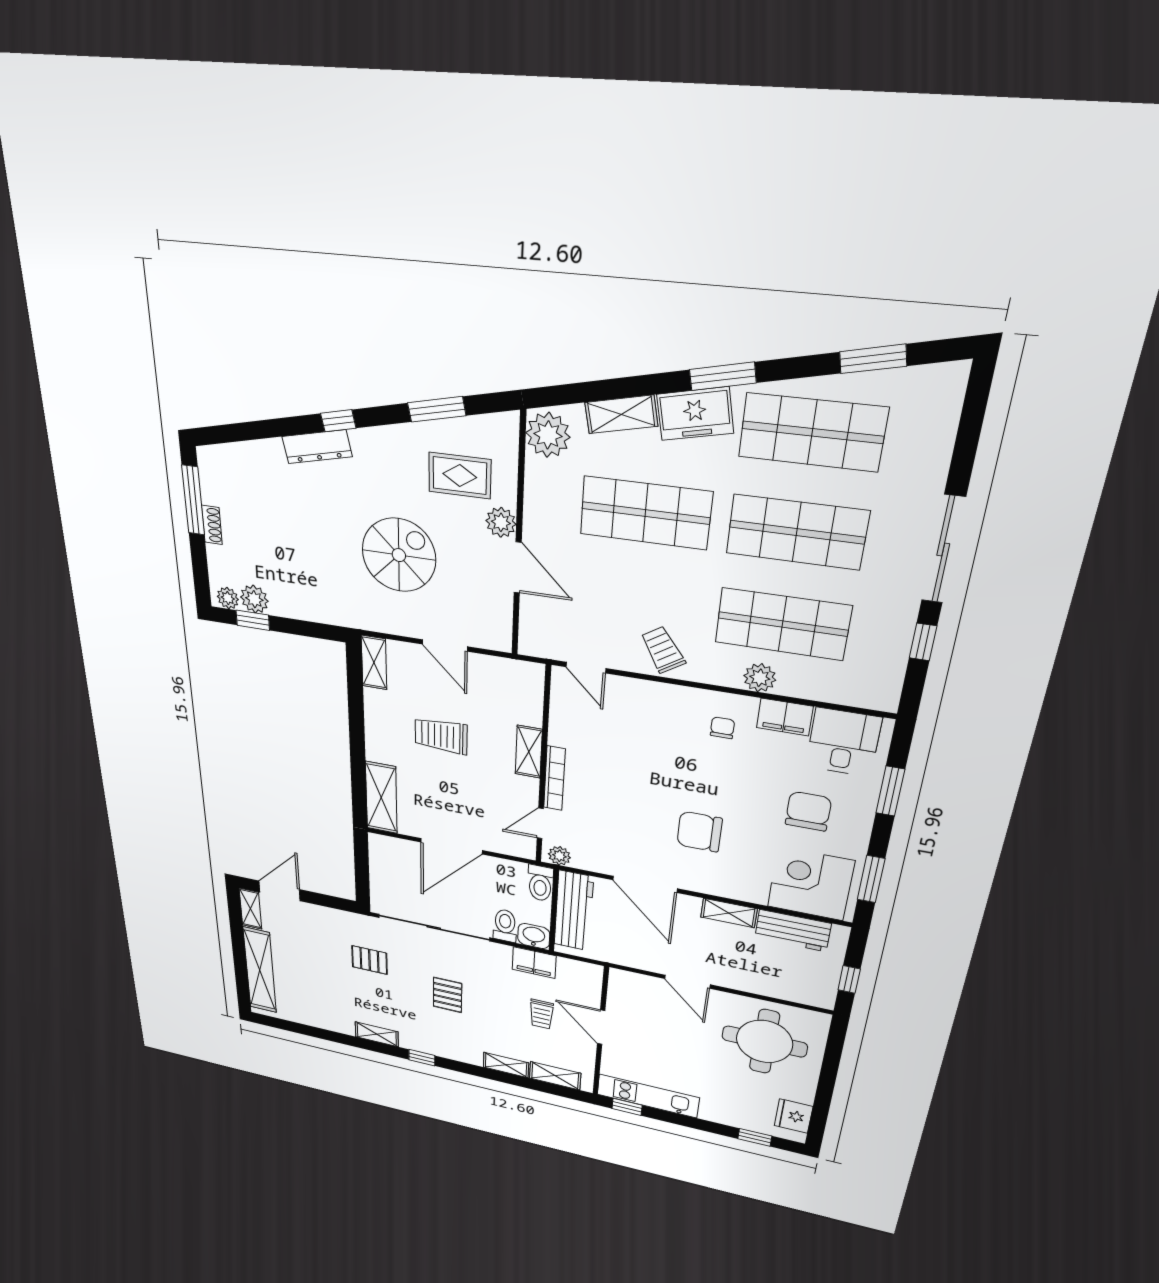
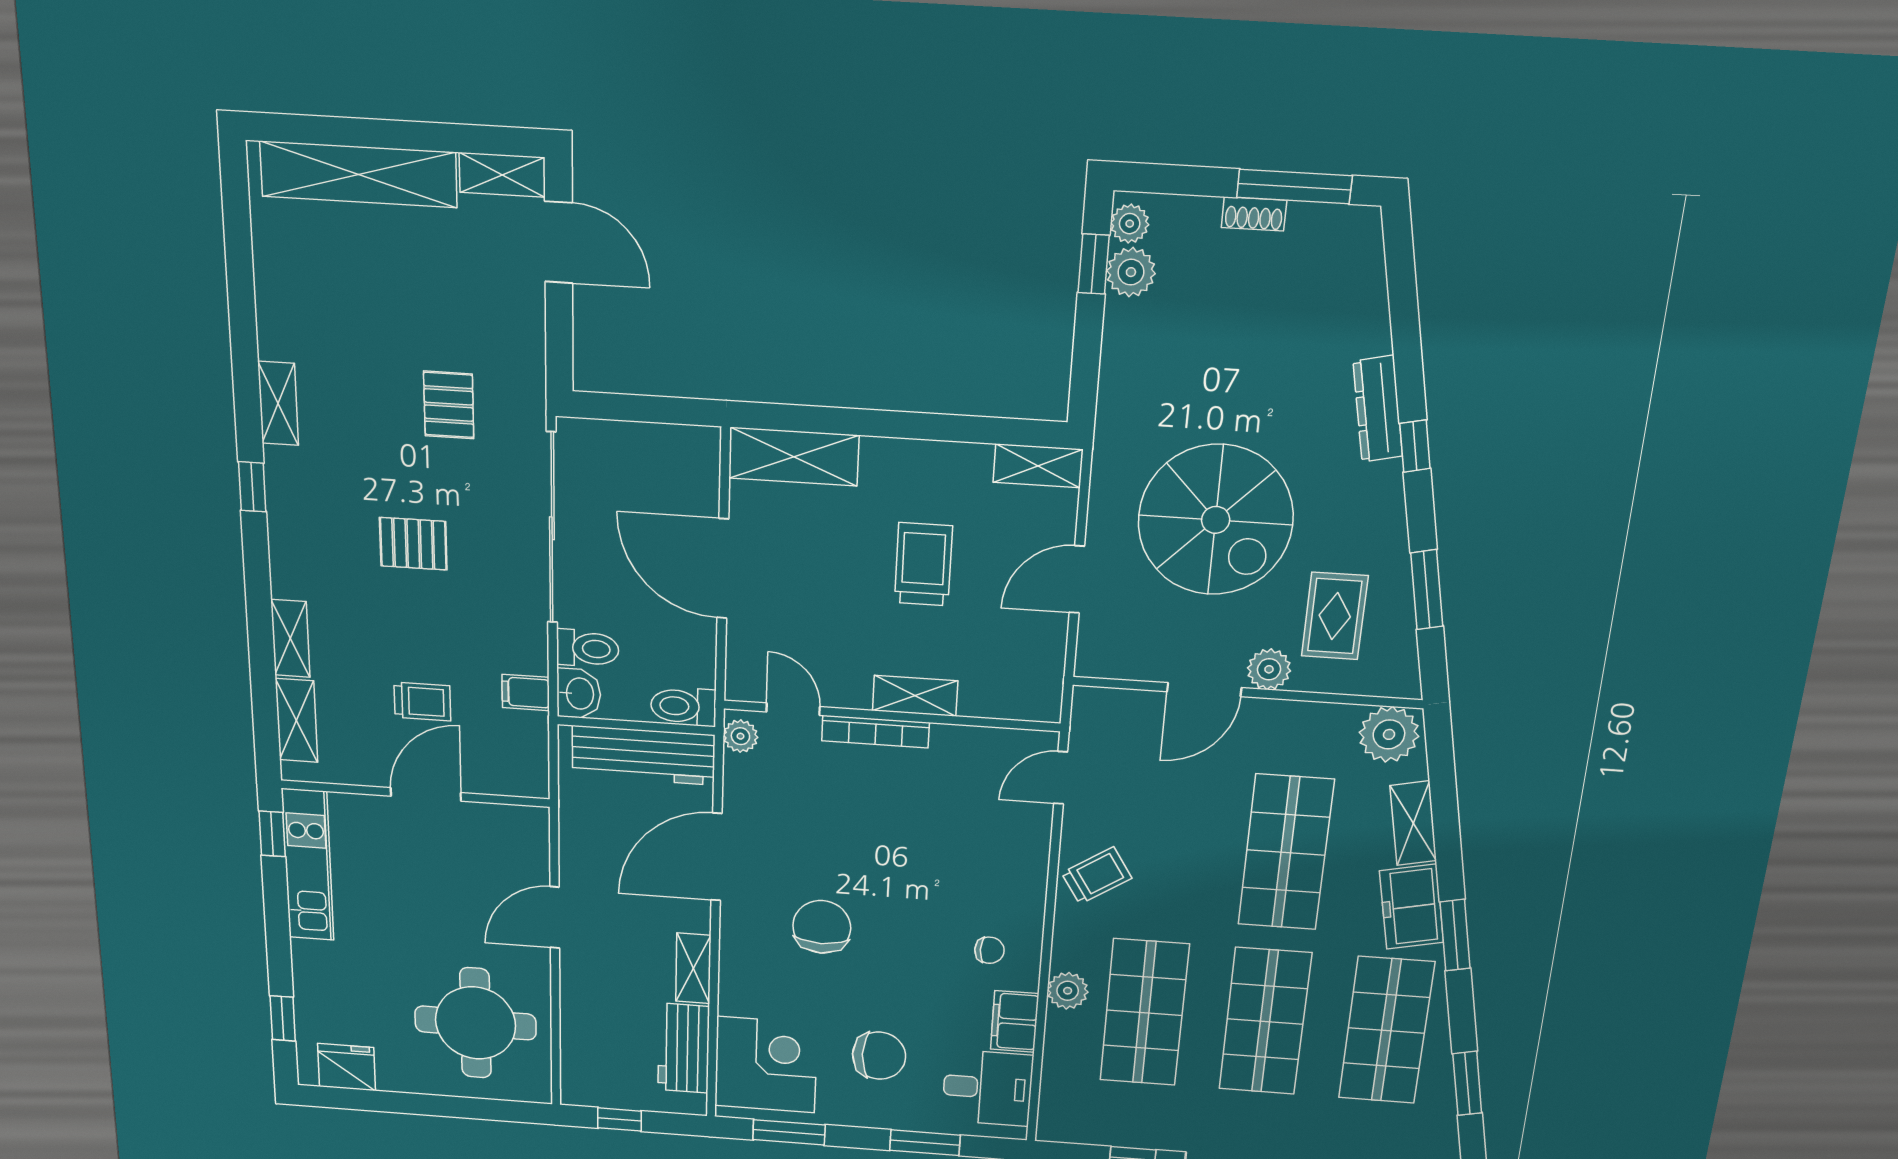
spiral stairs: (399, 555) -> (1216, 520), width x1.37, depth x1.37
filing cabinet: (534, 963) -> (526, 692), width x0.50
trolley: (542, 1014) -> (422, 702), turned 180

